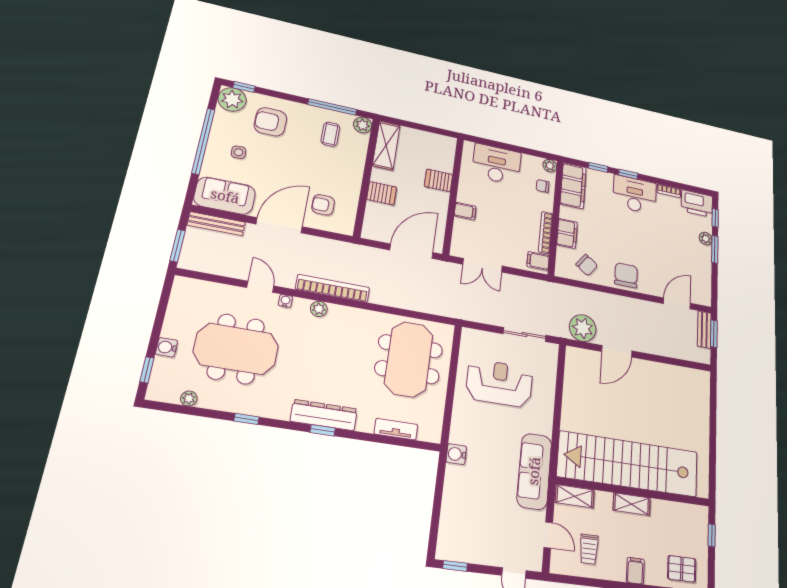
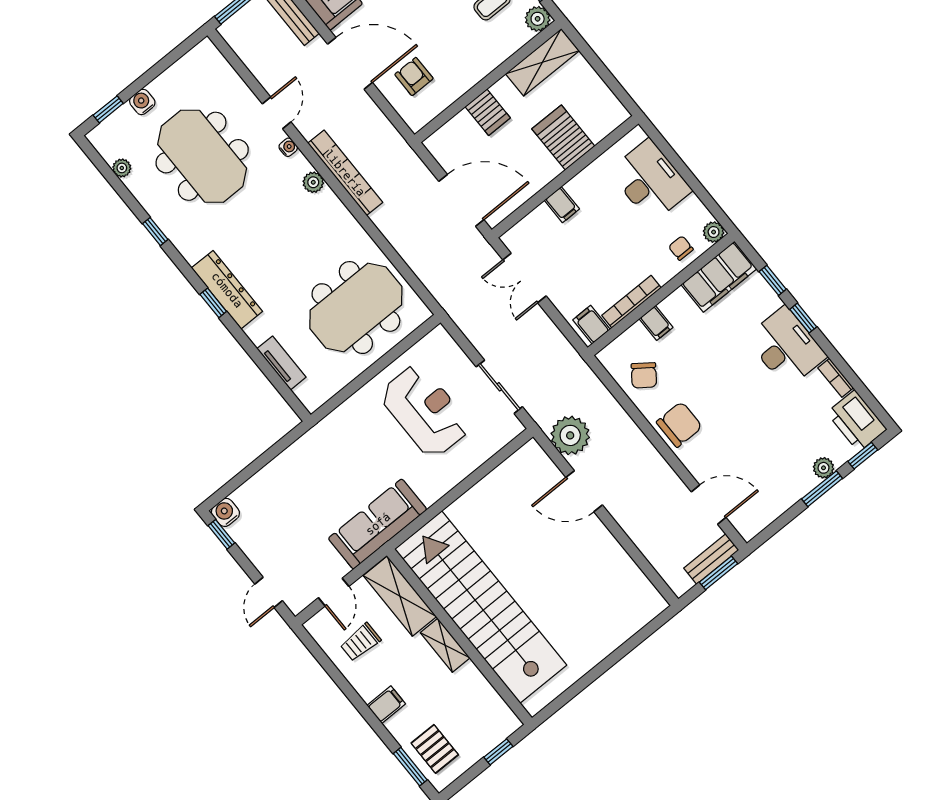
server rack: (439, 180) -> (563, 138), width x1.36, depth x1.44
filing cabinet: (567, 233) -> (656, 323), width x0.50
water cooler: (456, 454) -> (225, 512), moved
shelving: (575, 496) -> (400, 596), width x1.50, depth x1.33

